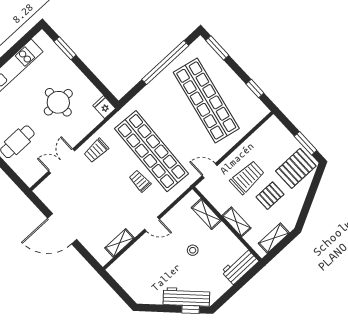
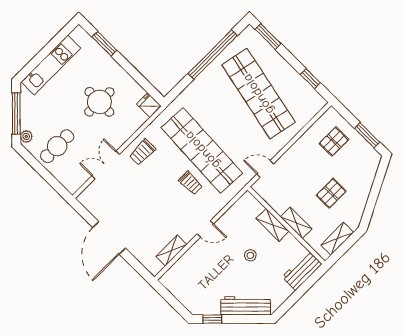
pallet: (296, 168) -> (334, 141), moved, width x0.67, depth x0.71
trolley: (247, 177) -> (306, 175), removed
trolley: (140, 181) -> (191, 183), turned 180
shelving: (206, 214) -> (272, 225), moved
door: (62, 229) -> (109, 238), hinge flipped
window: (191, 309) -> (212, 319), moved

